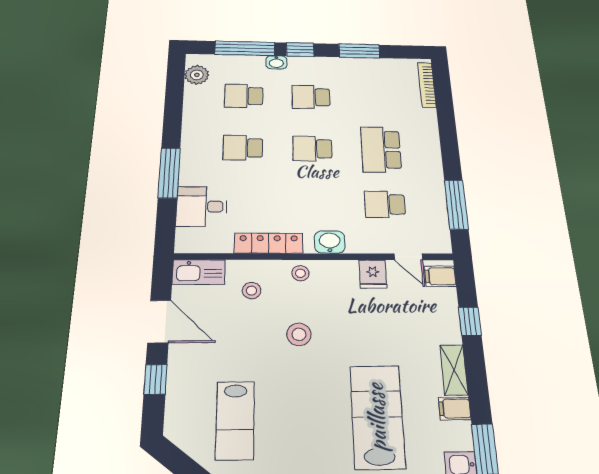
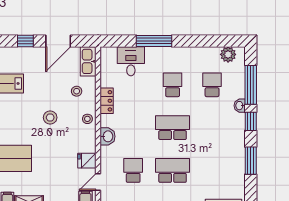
school desk: (311, 97) -> (212, 128), removed
school desk: (312, 149) -> (173, 128), width x1.85
locker: (269, 243) -> (107, 101), width x0.66

